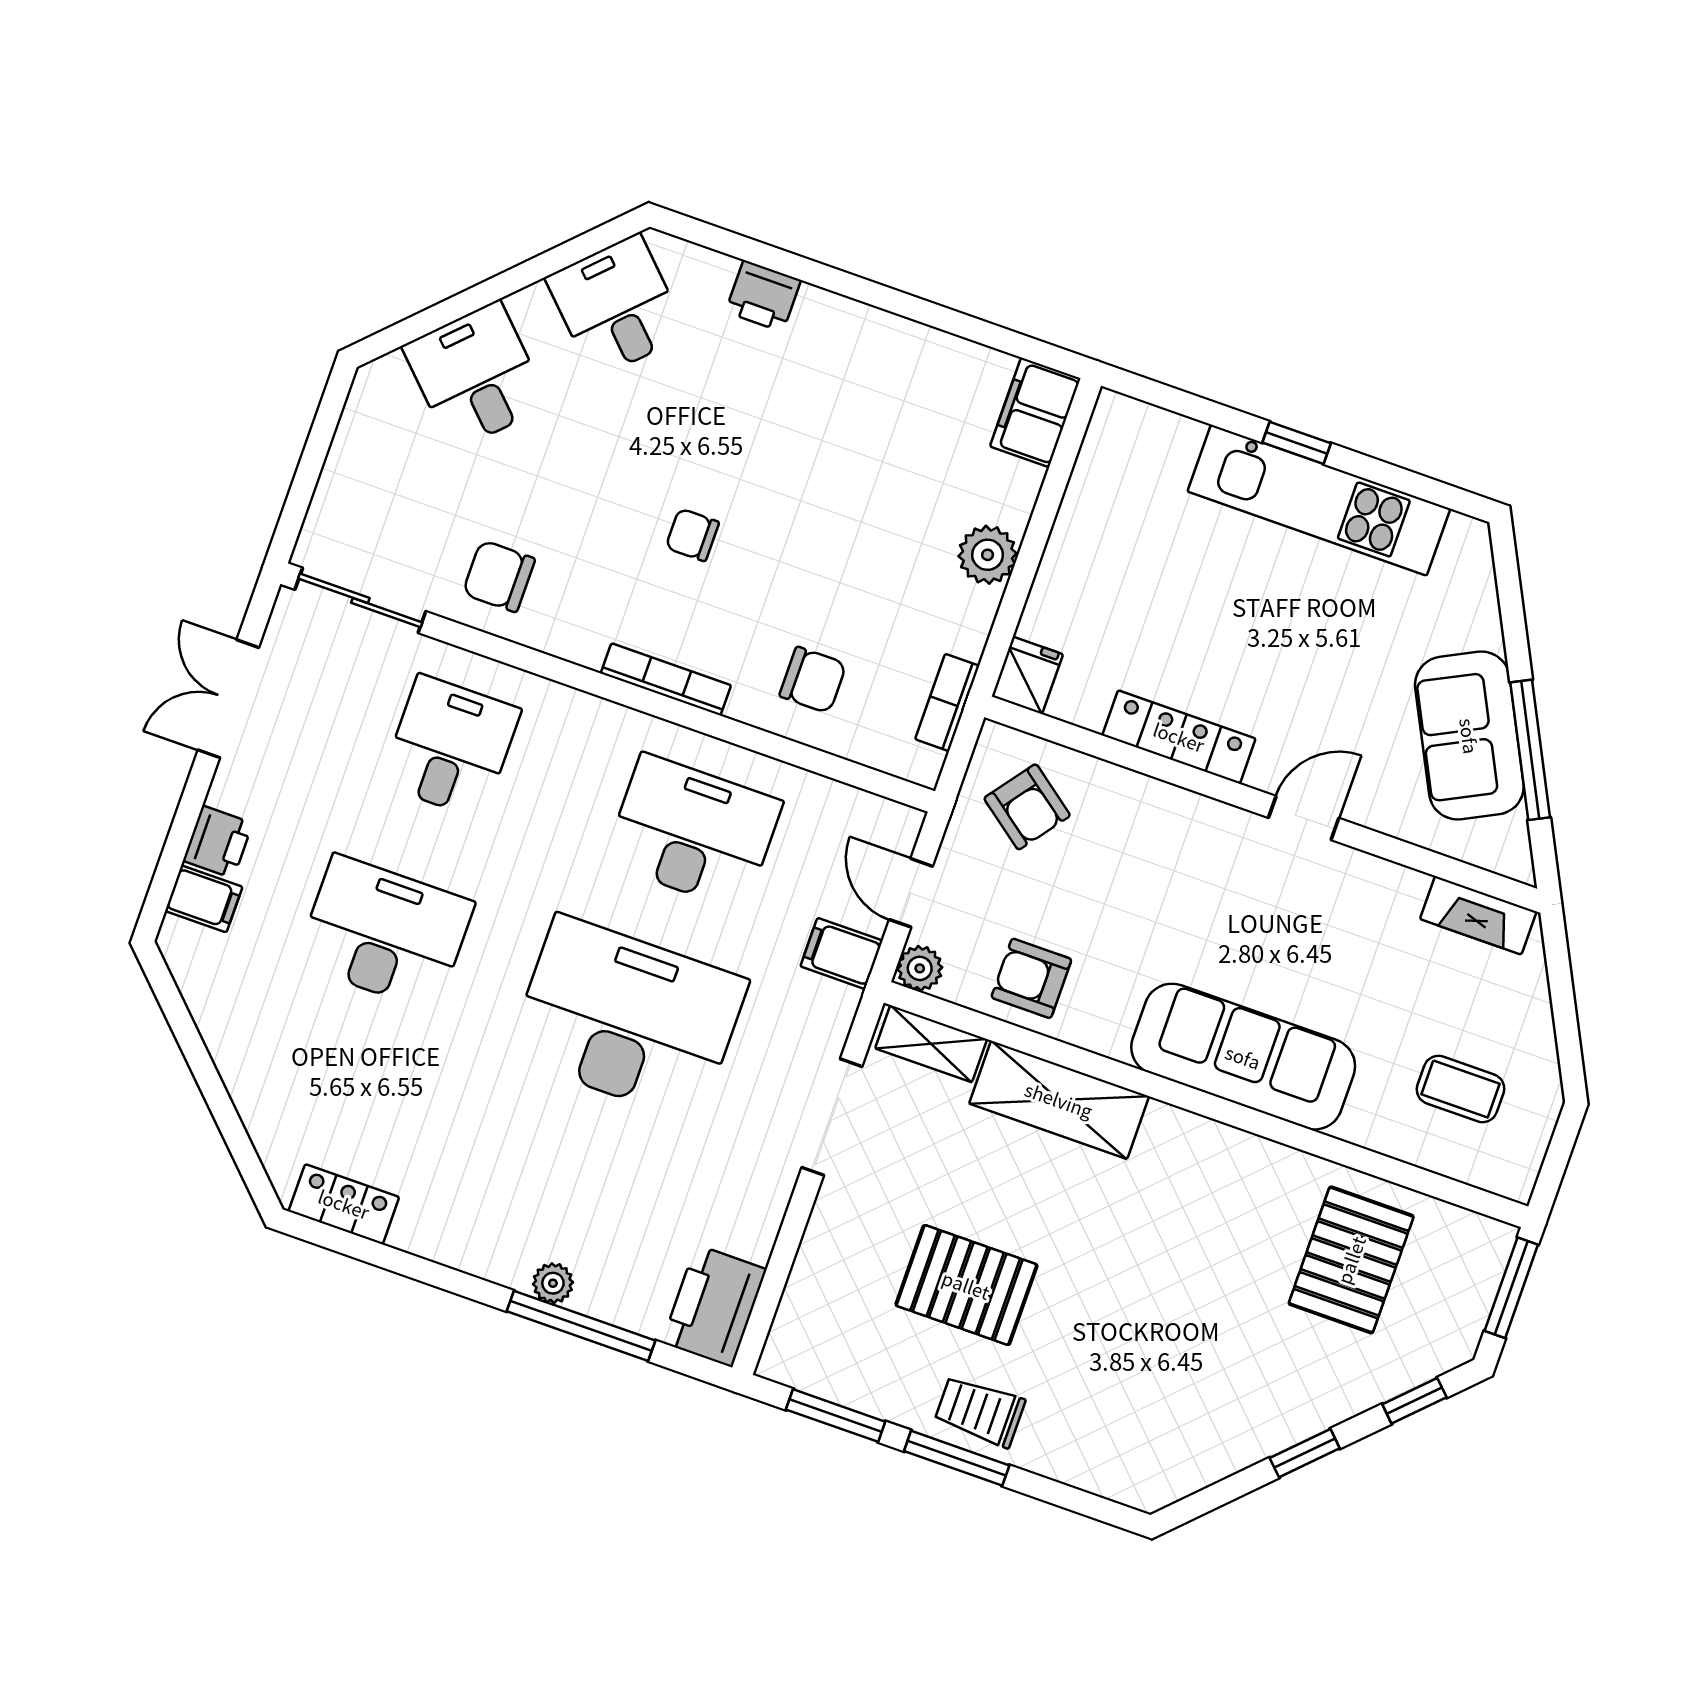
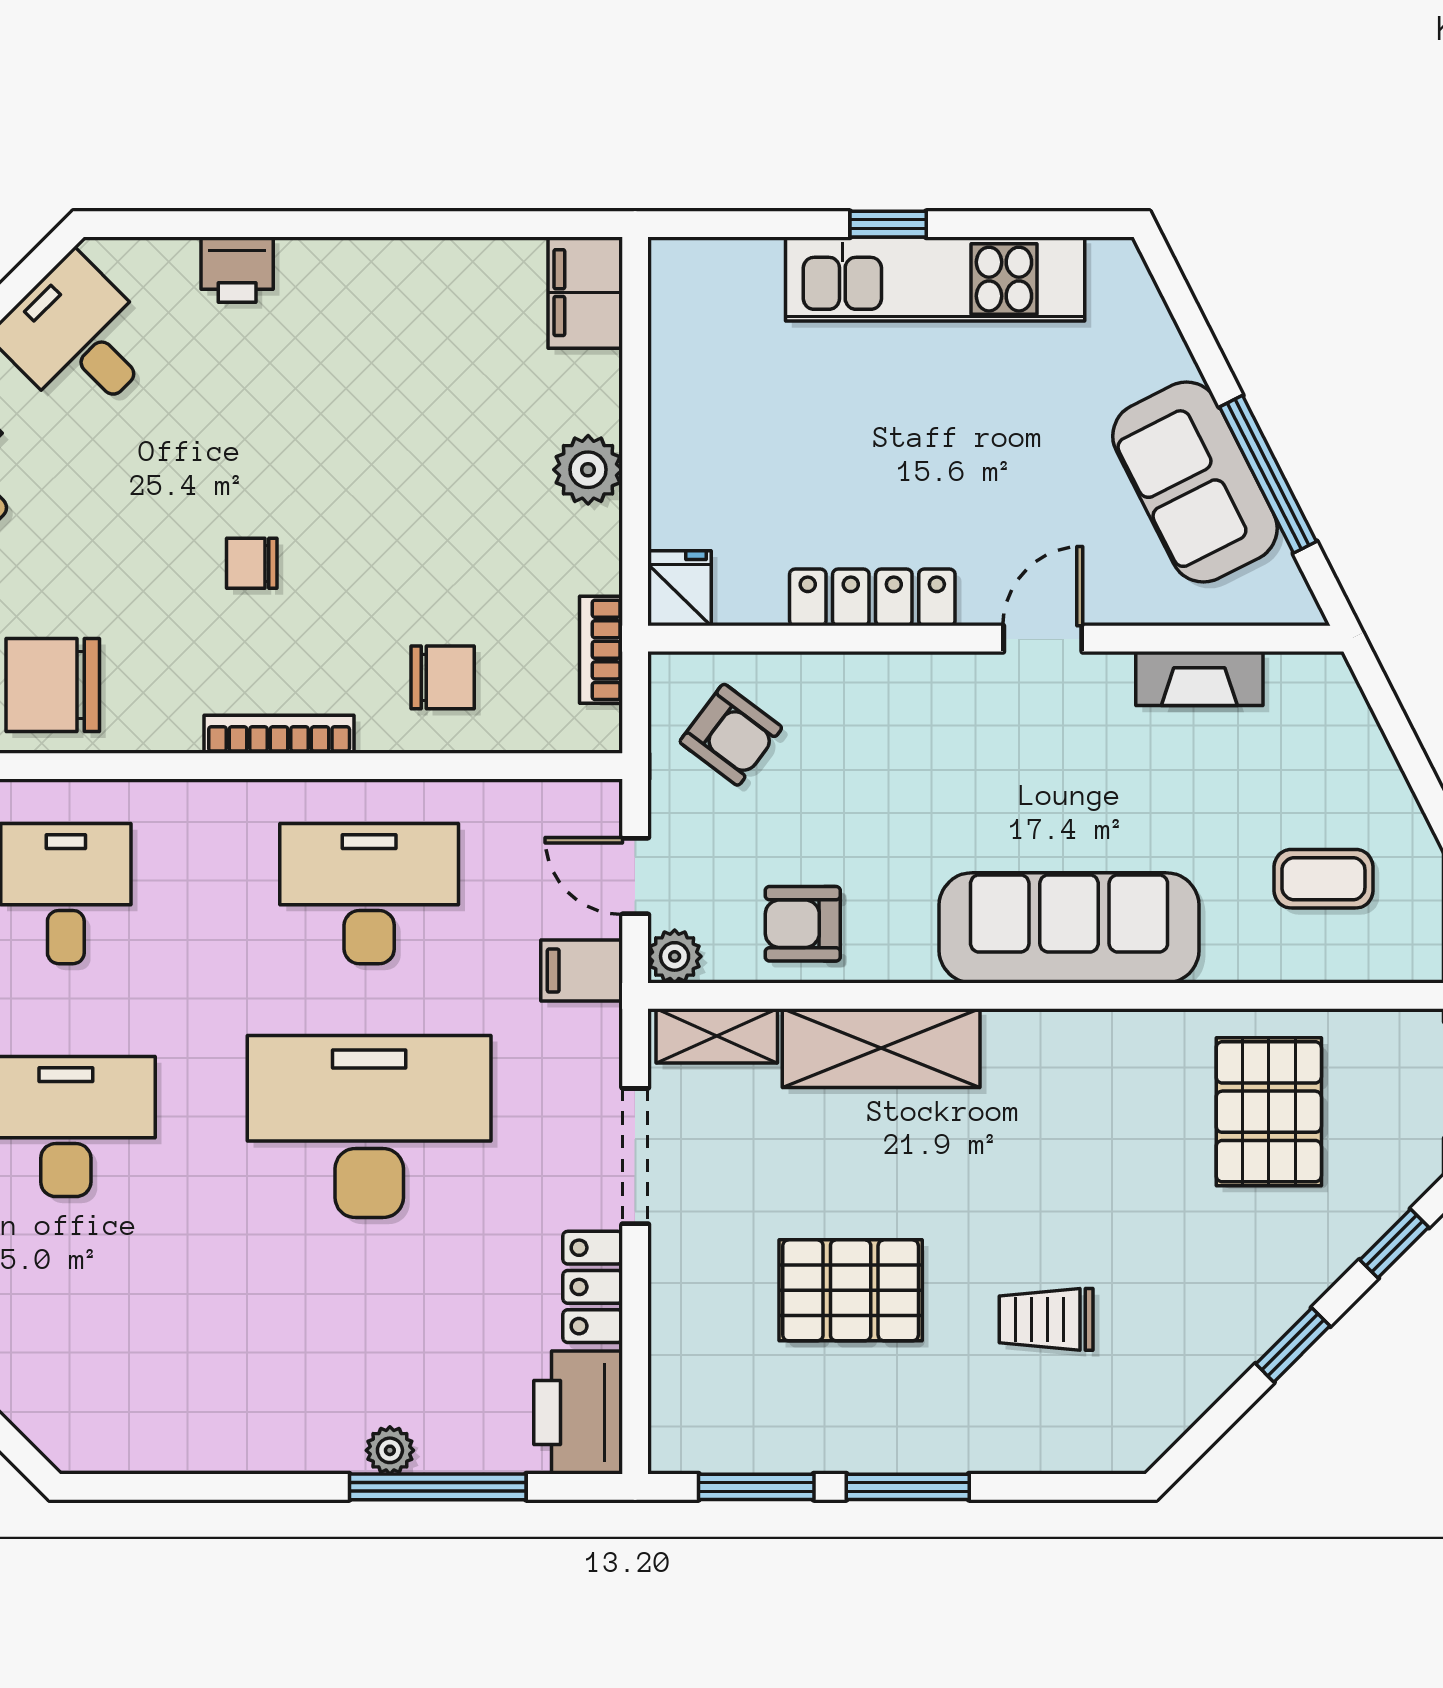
chair: (499, 576) -> (53, 685), width x1.37, depth x1.37
fireplace: (1478, 915) -> (1199, 679), moved
locker: (344, 1204) -> (593, 1287), moved, turned -90
trolley: (980, 1411) -> (1046, 1319), moved

